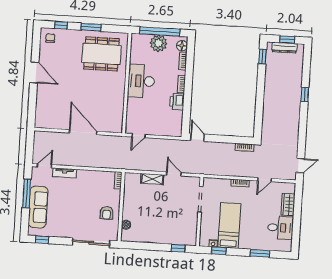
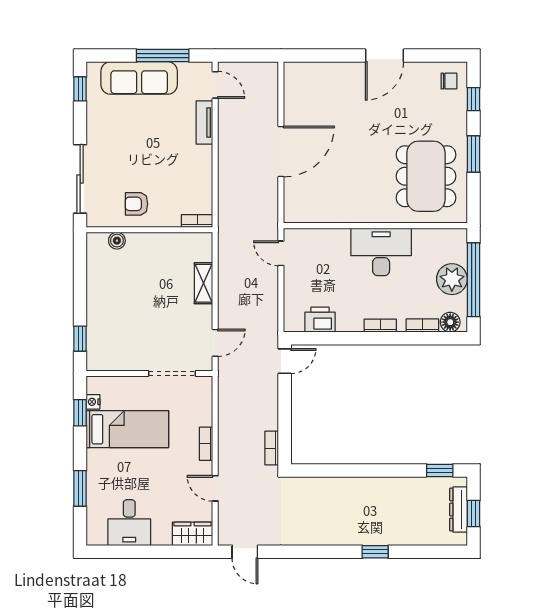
printer: (177, 102) -> (320, 320), moved
door: (174, 174) -> (215, 343), moved
wardrobe: (288, 205) -> (193, 534), moved

